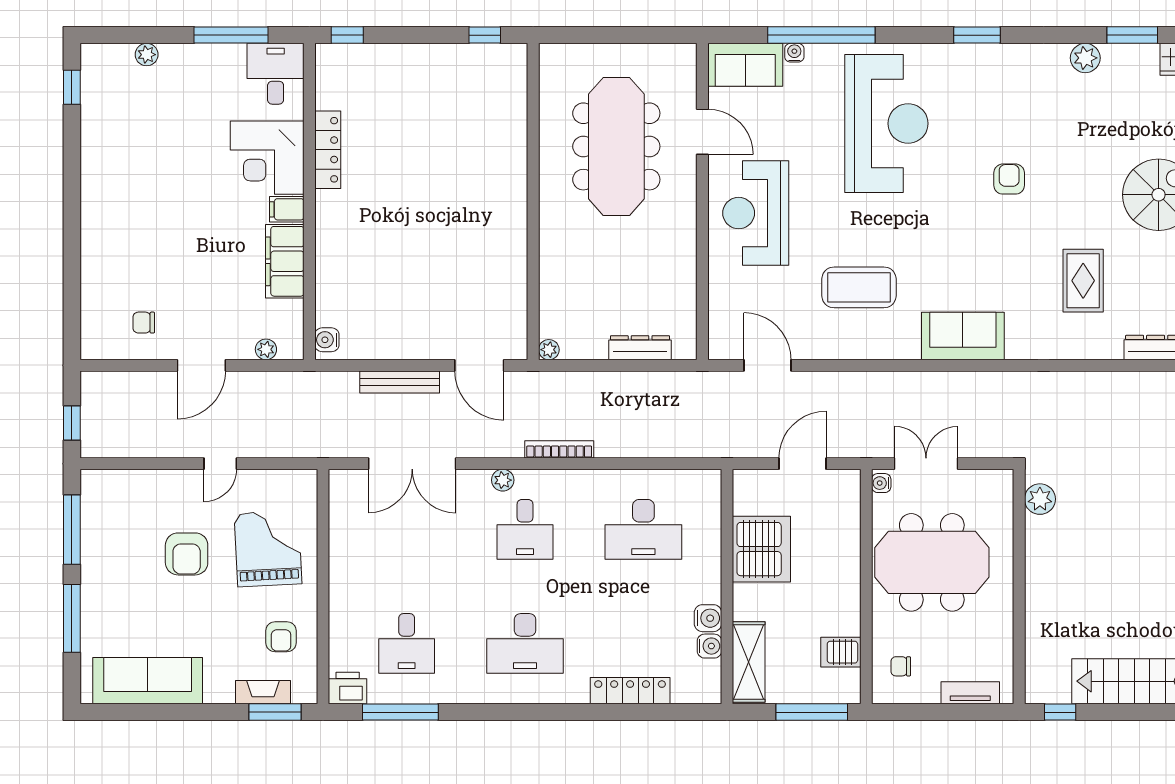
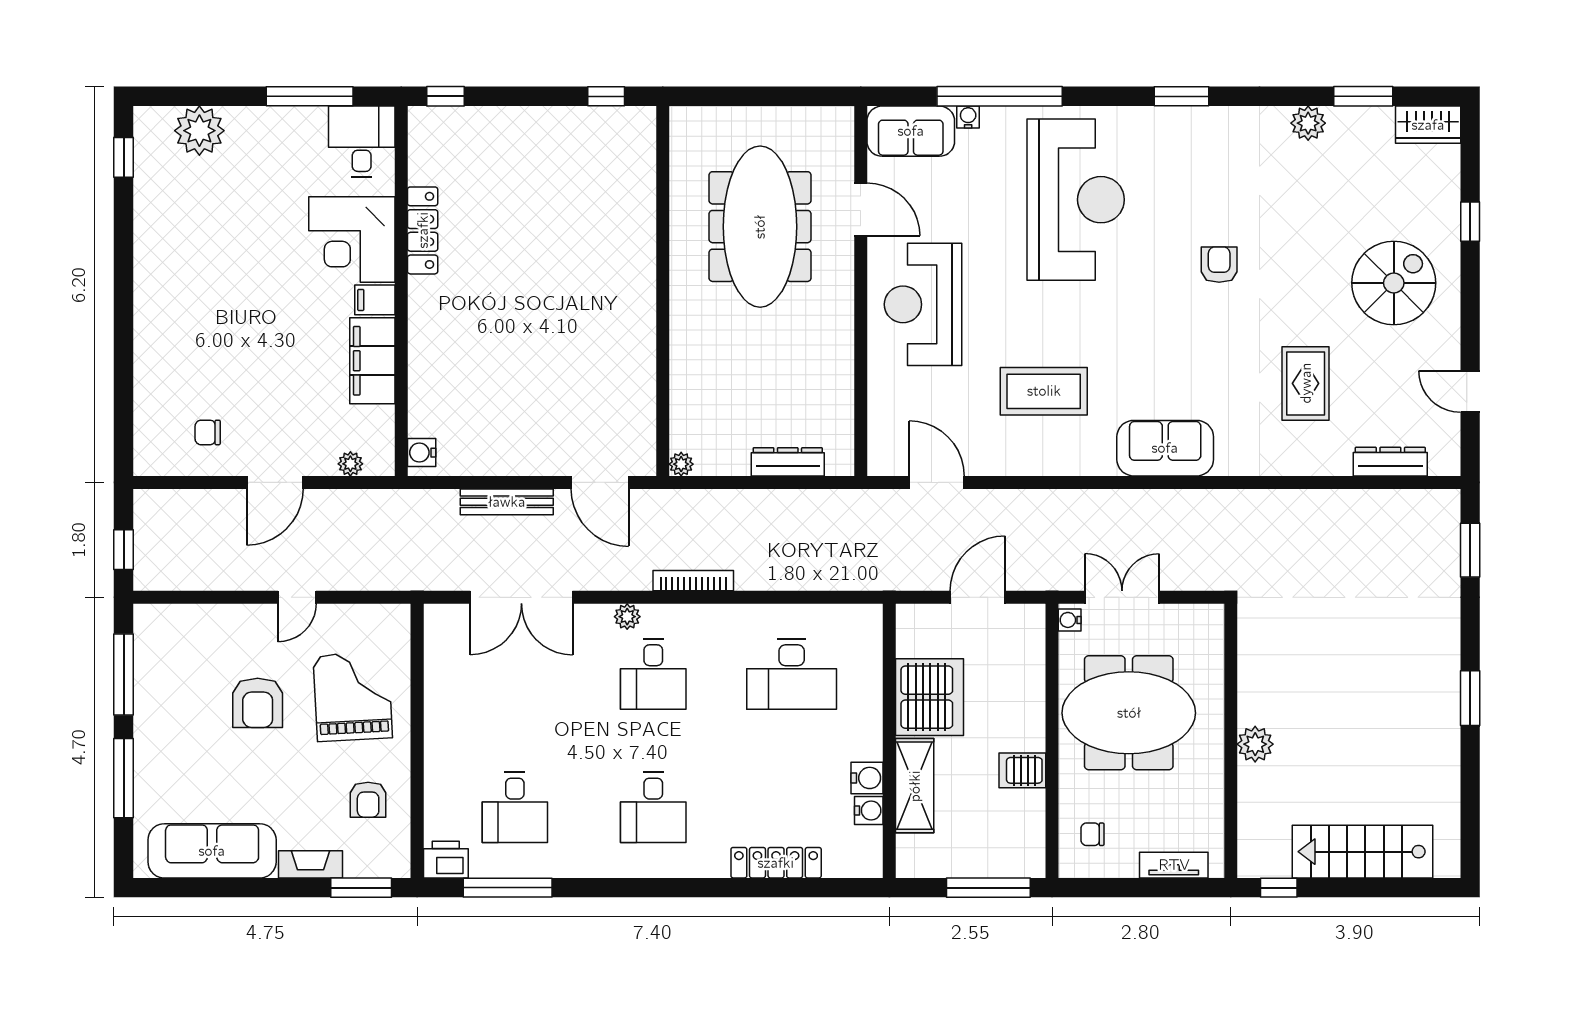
plant: (147, 55) -> (199, 131), width x1.88, depth x1.88
plant: (1040, 499) -> (1255, 744), moved
desk: (525, 643) -> (653, 808), width x0.73
server rack: (841, 652) -> (1022, 770), moved
shelving: (749, 662) -> (915, 786), moved
fireplace: (263, 692) -> (311, 864), moved

